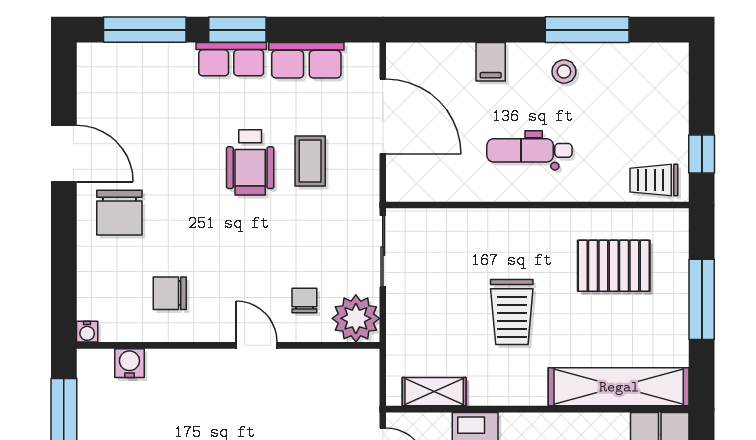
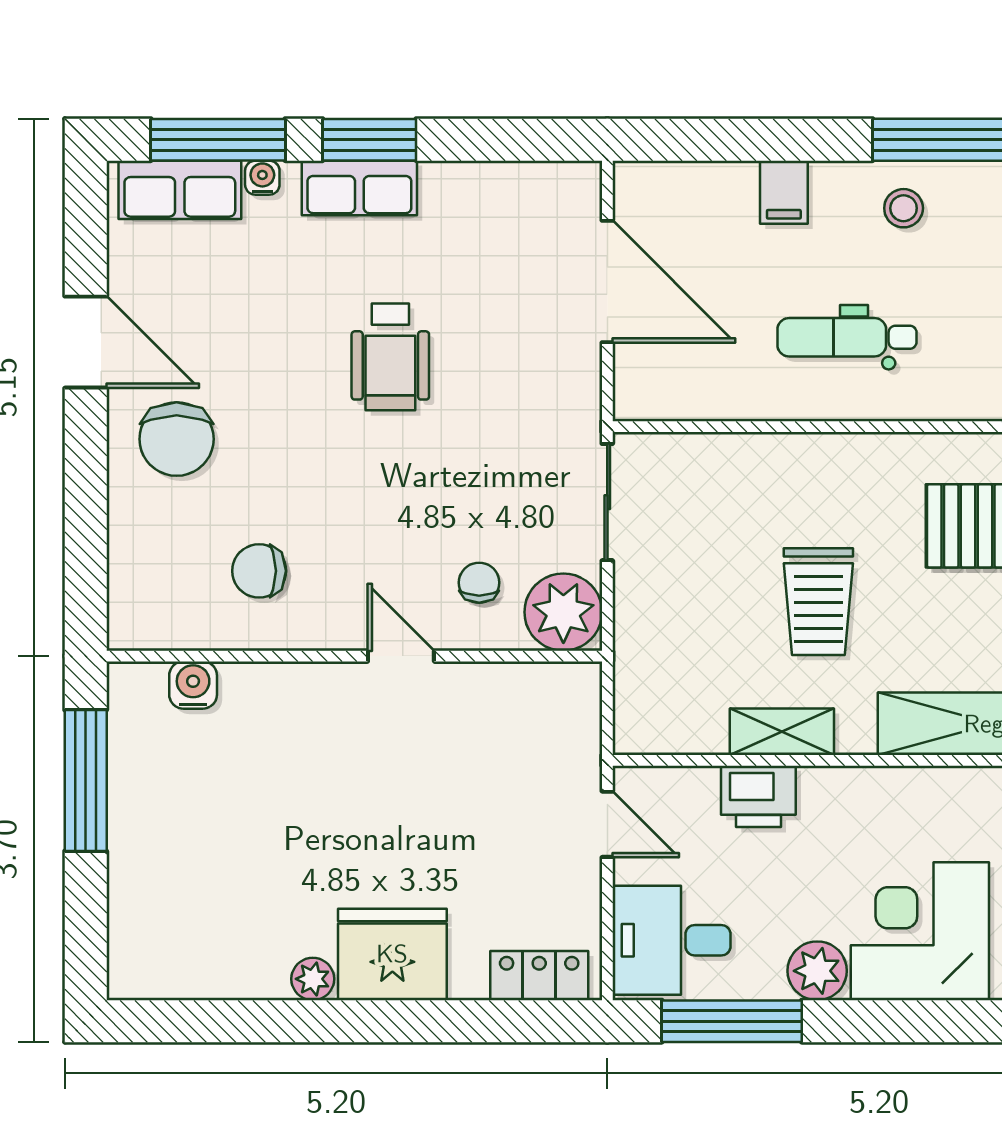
row of seats: (306, 60) -> (180, 190), moved
coffee table: (310, 161) -> (488, 355), removed
water cooler: (87, 332) -> (262, 178), moved, turned 180
shelving: (434, 392) -> (782, 732), moved

